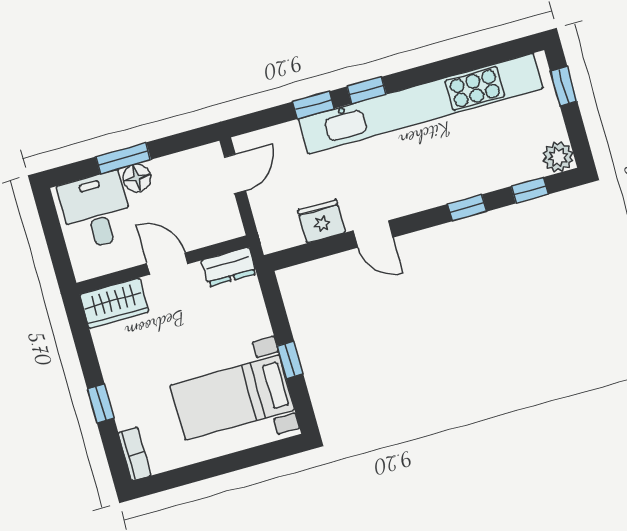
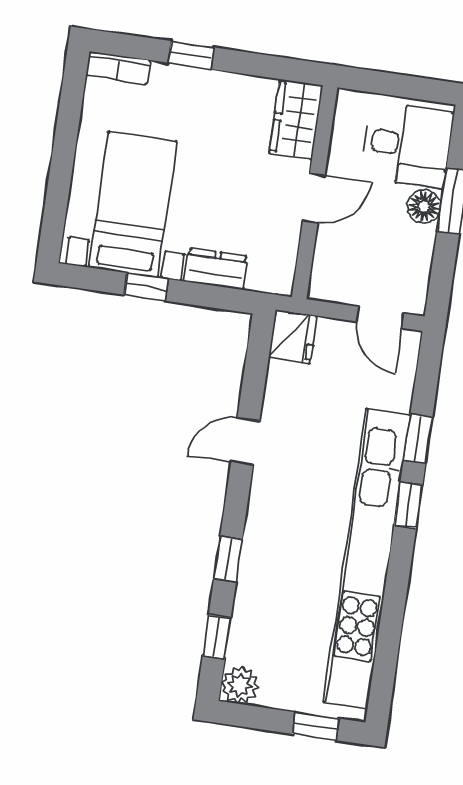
fridge: (322, 221) -> (293, 337), moved
dresser: (229, 267) -> (216, 269), moved, turned 90

